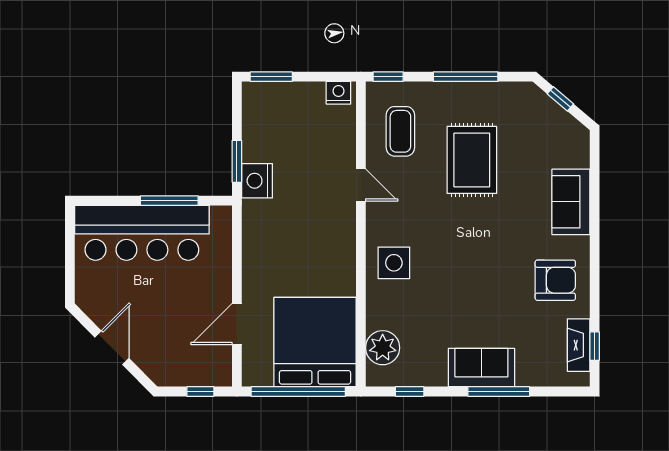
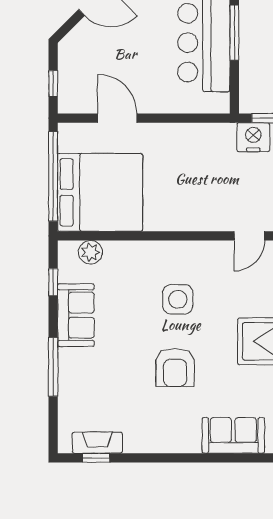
window: (169, 201) -> (234, 33), moved
side table: (394, 263) -> (178, 299), moved
armchair: (555, 280) -> (175, 368), moved
plant: (383, 348) -> (90, 252), width x0.73, depth x0.73
sofa: (481, 368) -> (76, 315), moved

